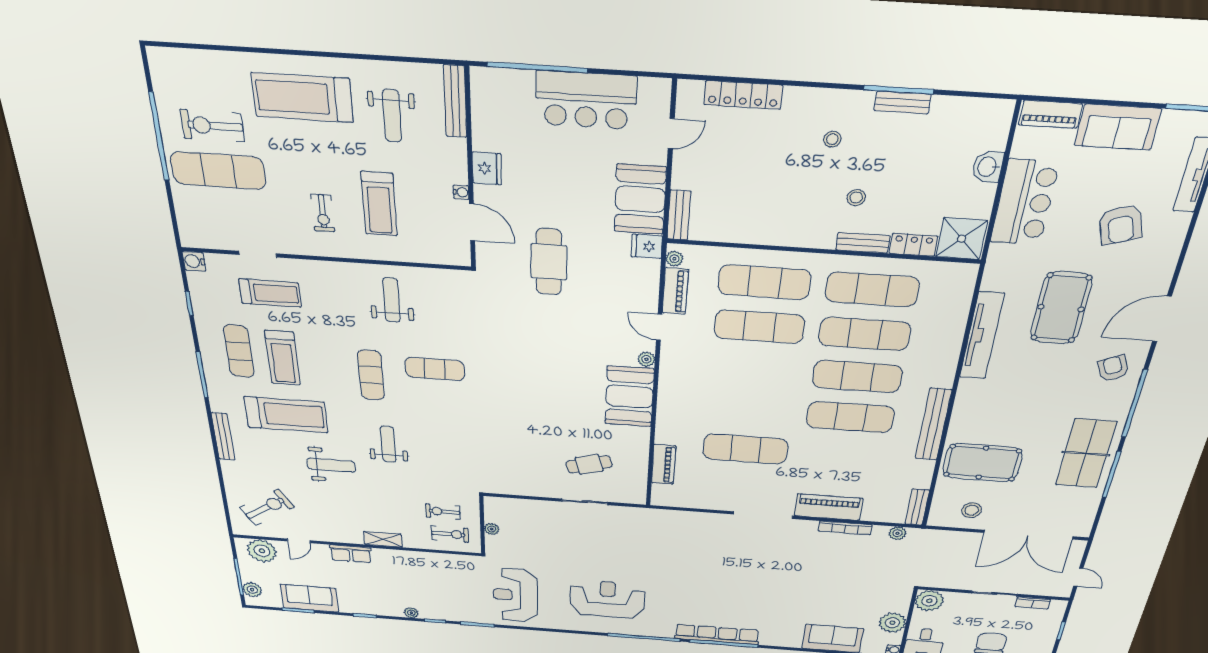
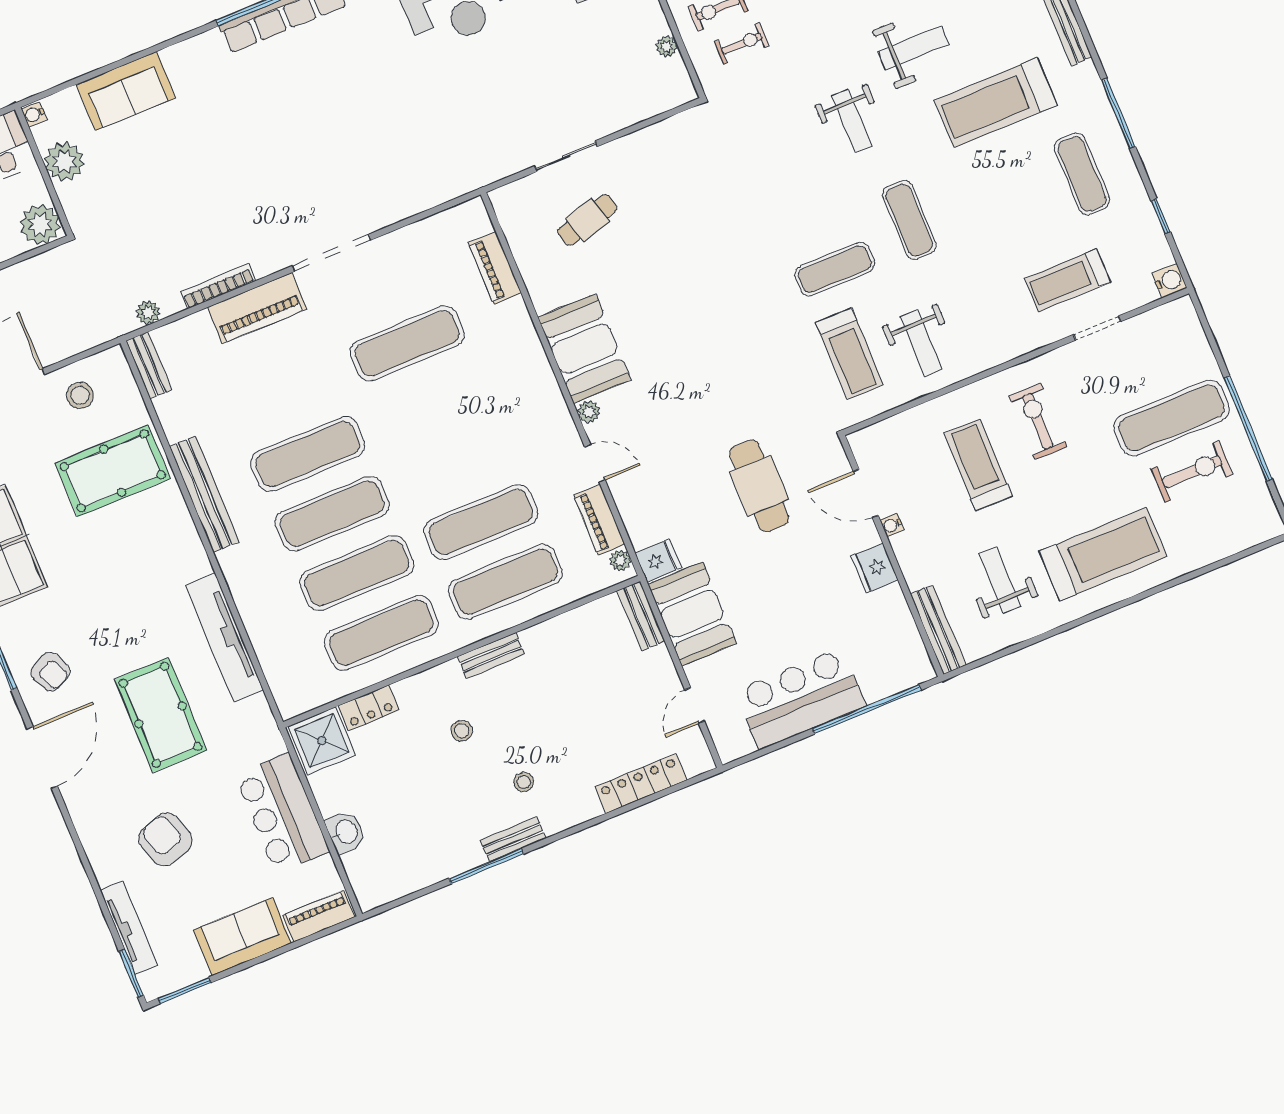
bench: (902, 103) -> (513, 839), moved
exercise bike: (323, 213) -> (1038, 421), width x1.38, depth x1.39
bench: (863, 243) -> (491, 656), moved
treadmill: (283, 358) -> (849, 354), moved, turned 180
weight bench: (331, 465) -> (913, 48), turned 180

